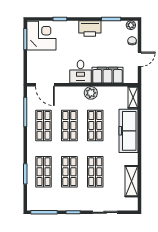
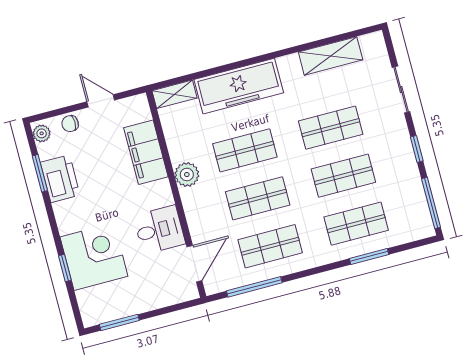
printer: (90, 28) -> (60, 179), moved
corner desk: (41, 36) -> (94, 257), moved, turned 90
desk: (81, 72) -> (159, 230), moved

